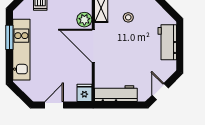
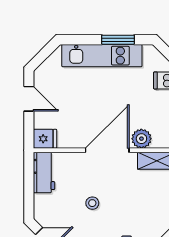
stool: (128, 17) -> (92, 203), moved
workbench: (116, 94) -> (44, 173), width x0.73

